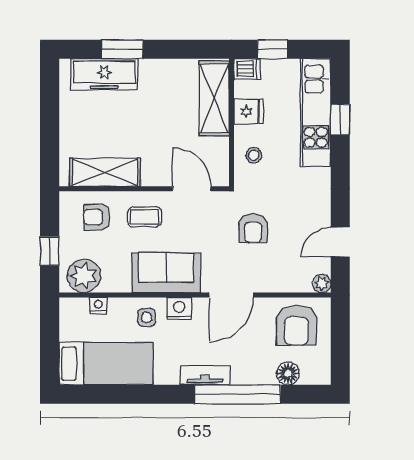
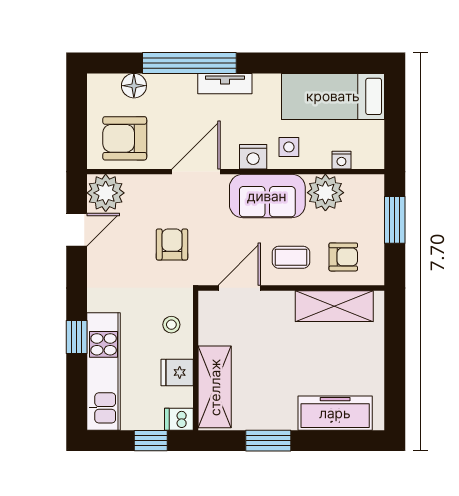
window: (122, 49) -> (268, 441), moved
window: (340, 119) -> (77, 337), moved
door: (192, 189) -> (239, 288), swing flipped
window: (50, 251) -> (395, 220), width x1.50
plant: (84, 276) -> (325, 193), moved
plant: (322, 284) -> (106, 193), width x1.88, depth x1.88
armchair: (296, 325) -> (125, 138), turned -90

